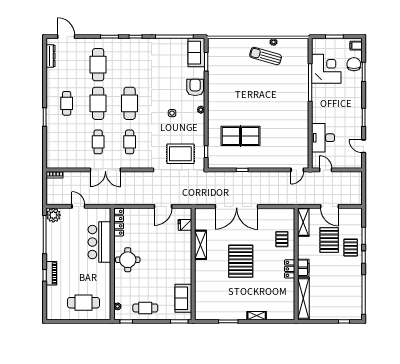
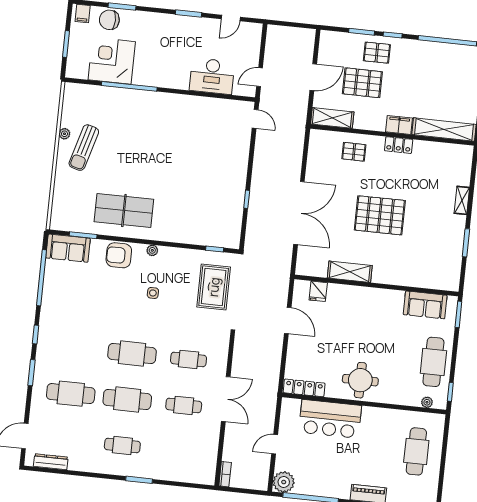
table tennis table: (241, 136) -> (124, 211), moved, turned 90
cafe table: (145, 308) -> (433, 362), width x1.37, depth x1.35

